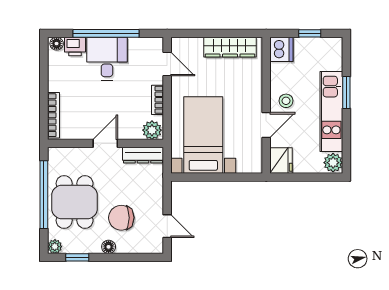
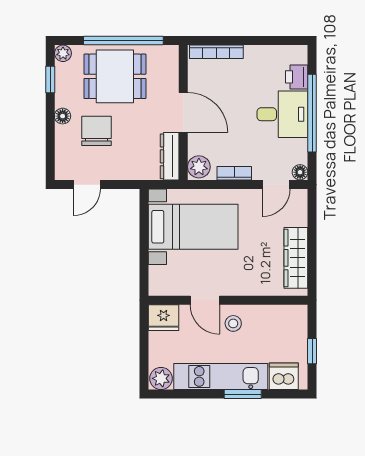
floor lamp: (57, 44) -> (300, 172), moved
dishwasher: (281, 49) -> (284, 376), moved, turned 180
door: (105, 143) -> (183, 112), width x1.38

